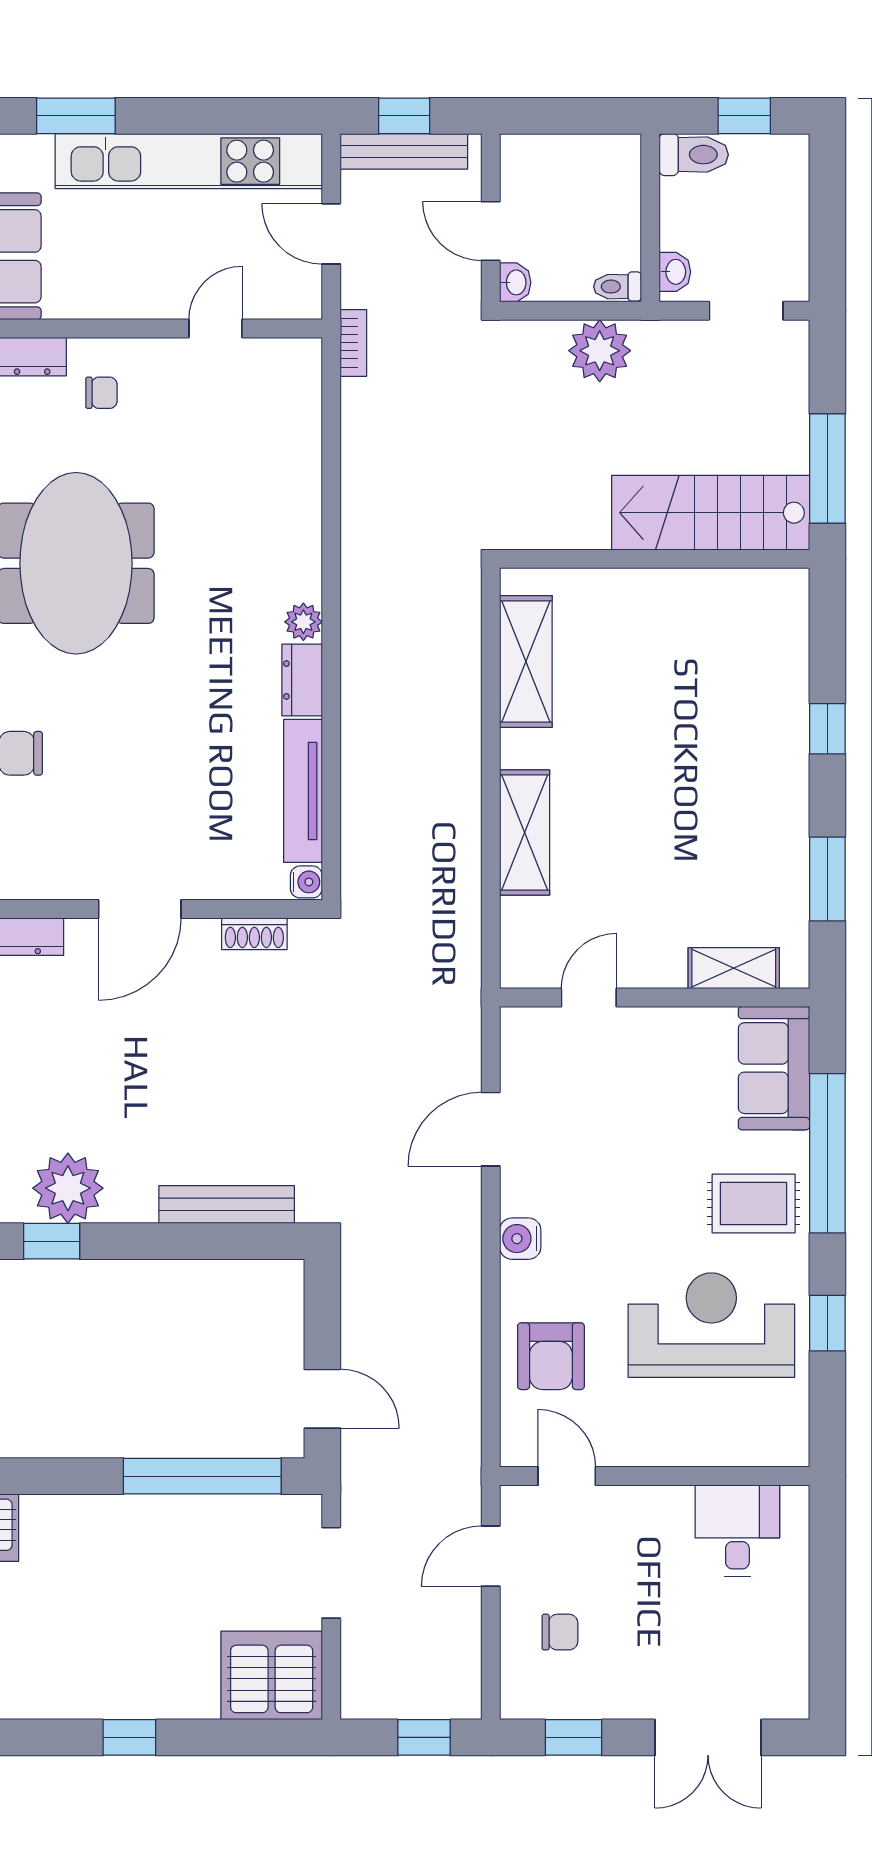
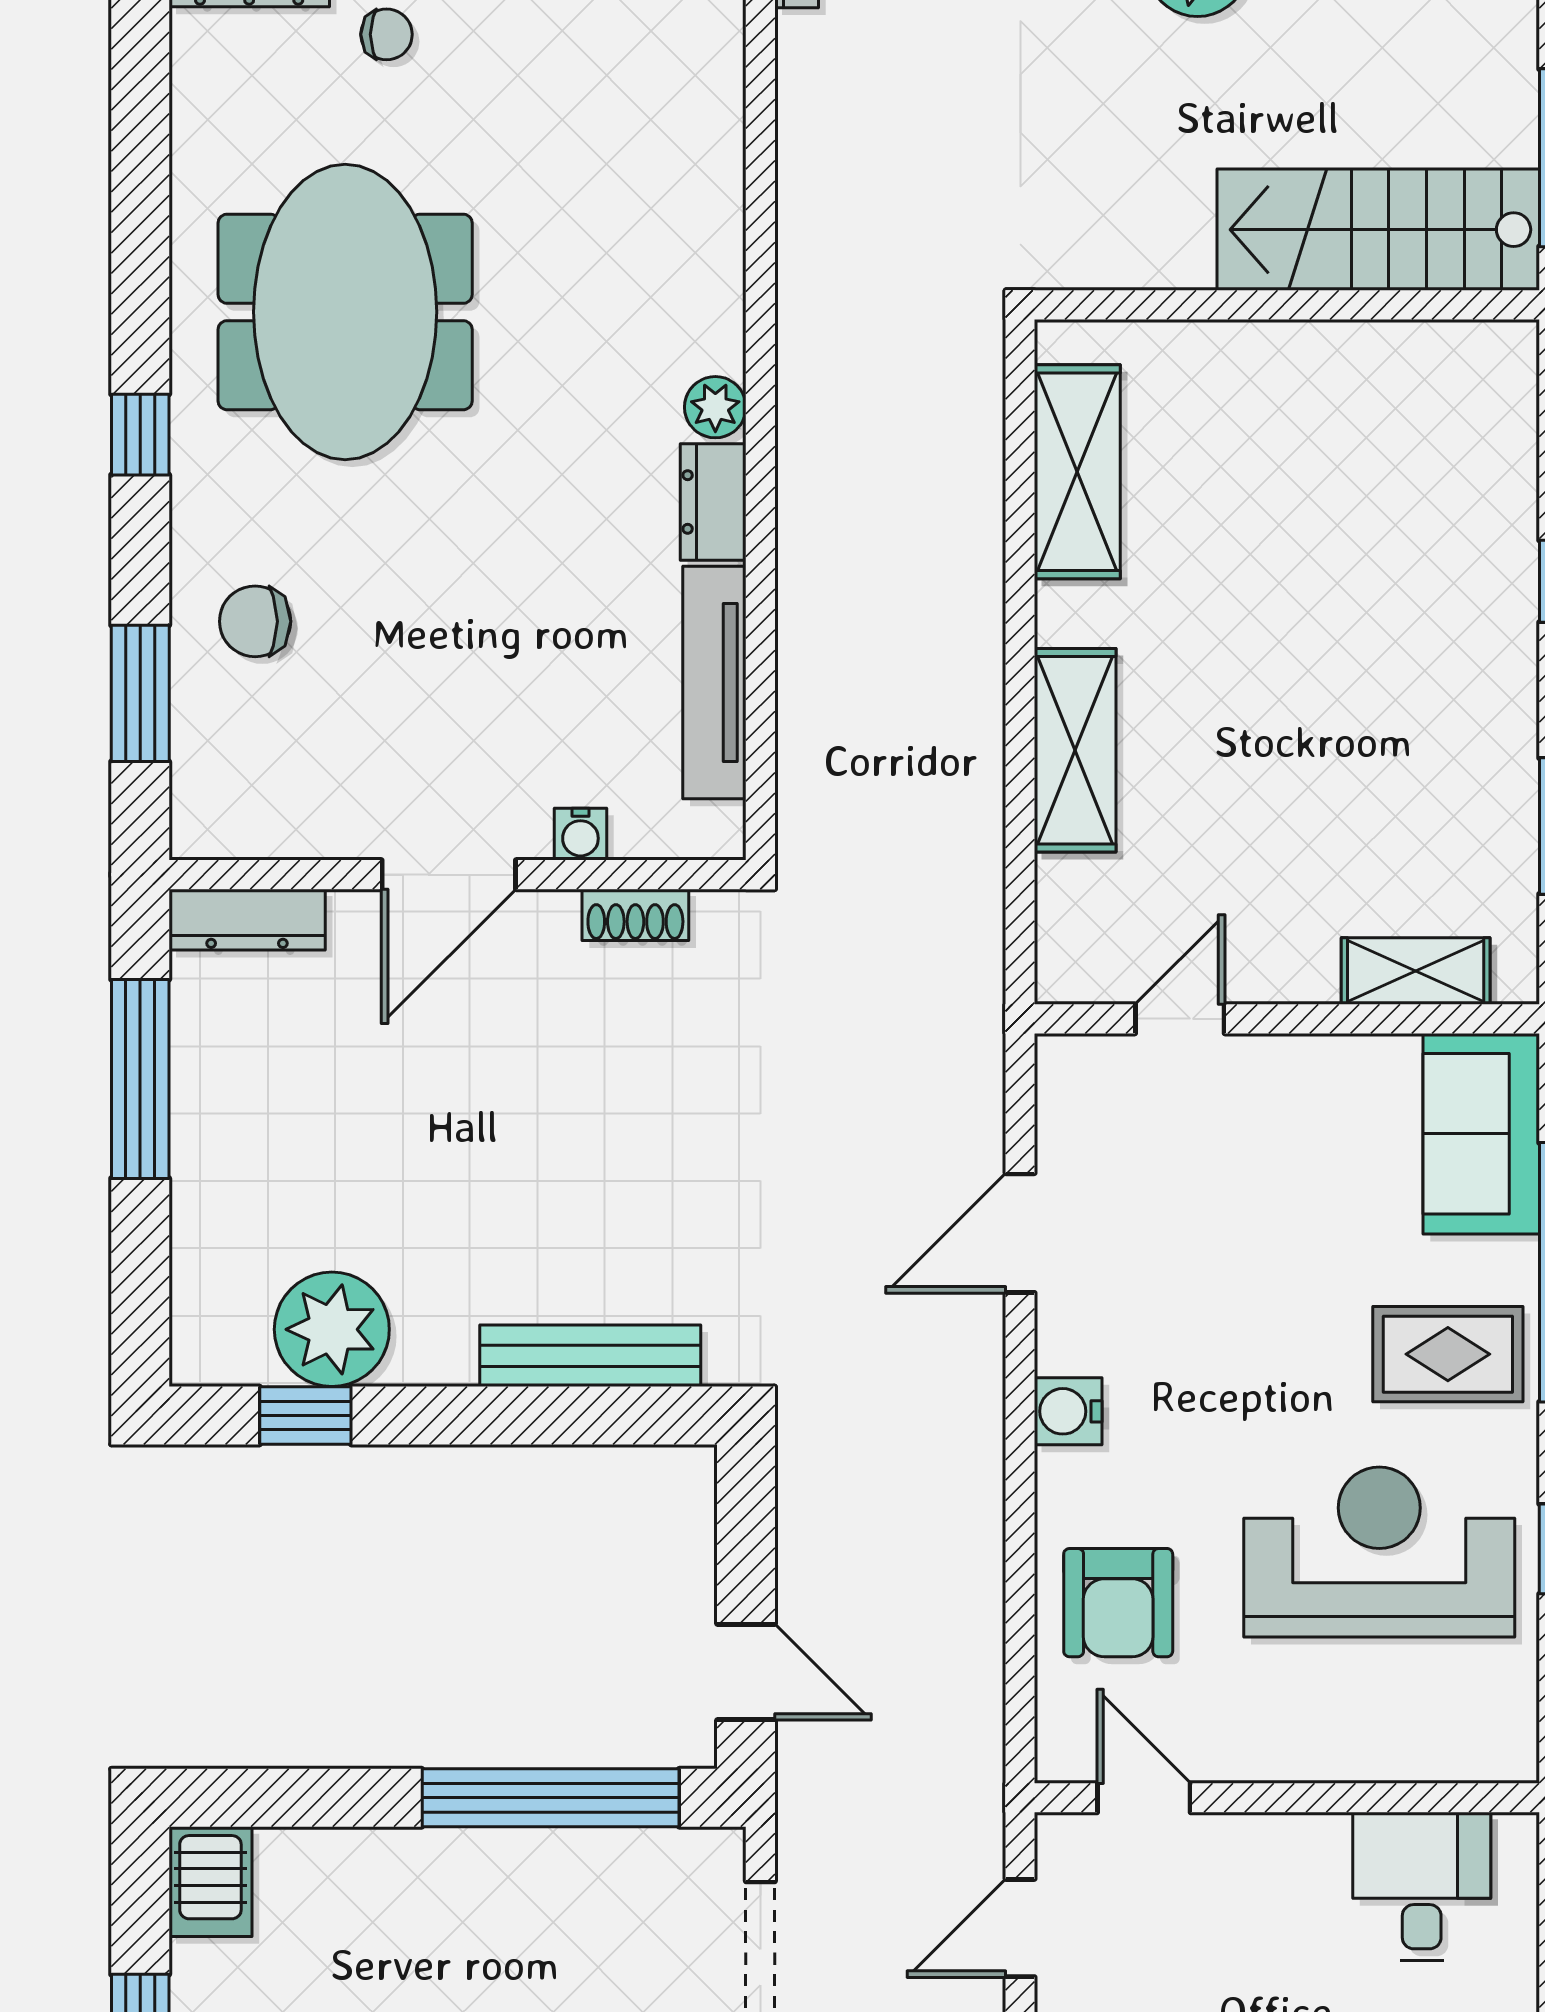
water cooler: (306, 882) -> (580, 834), moved, turned 90

